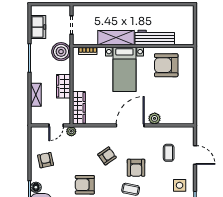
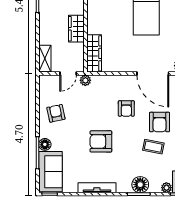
shelving: (36, 95) -> (45, 59), moved
door: (130, 125) -> (153, 74), swing flipped
armchair: (107, 156) -> (126, 108), turned 125

